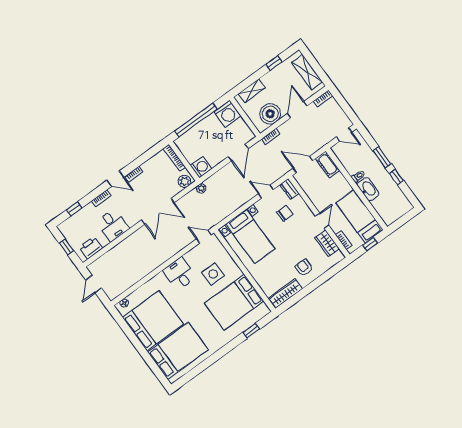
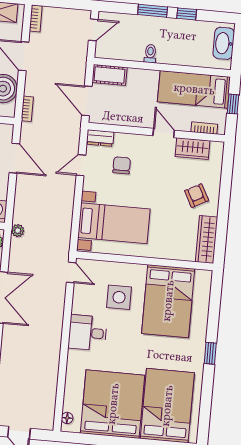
door: (303, 164) -> (87, 101), hinge flipped
washbasin: (368, 189) -> (224, 43), moved, turned -90
door: (204, 237) -> (71, 272), swing flipped
armchair: (304, 268) -> (197, 196), turned 62
window: (251, 331) -> (210, 353), moved

